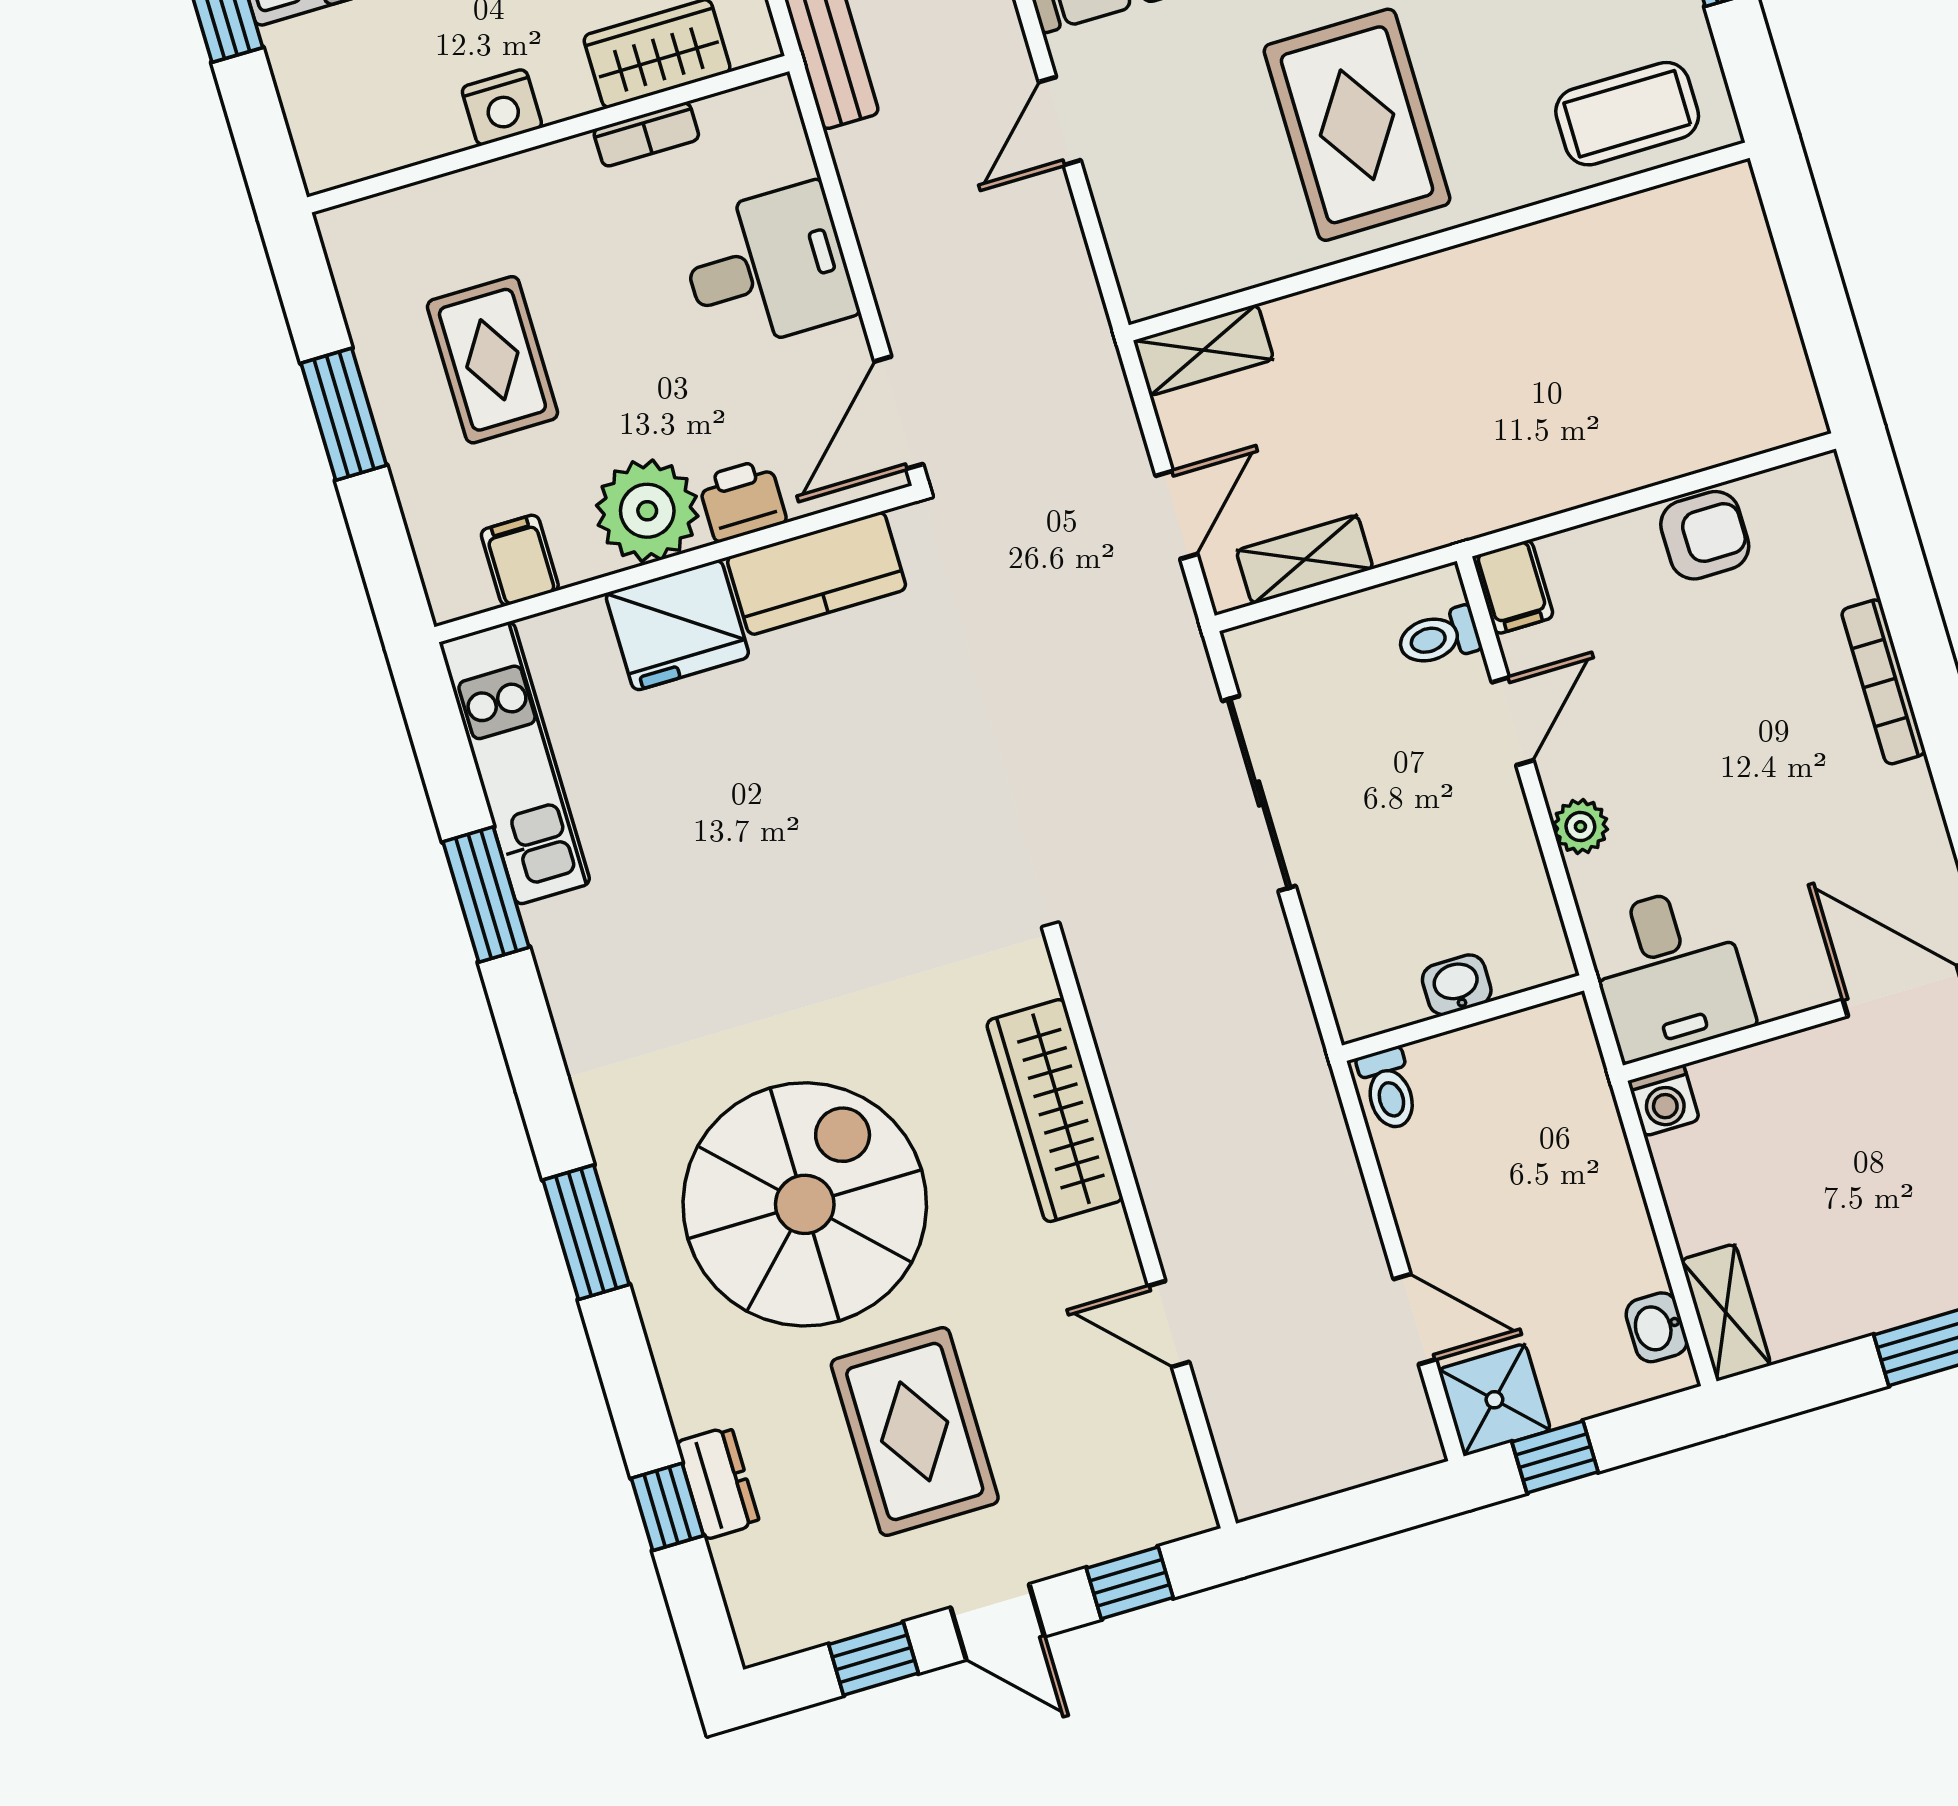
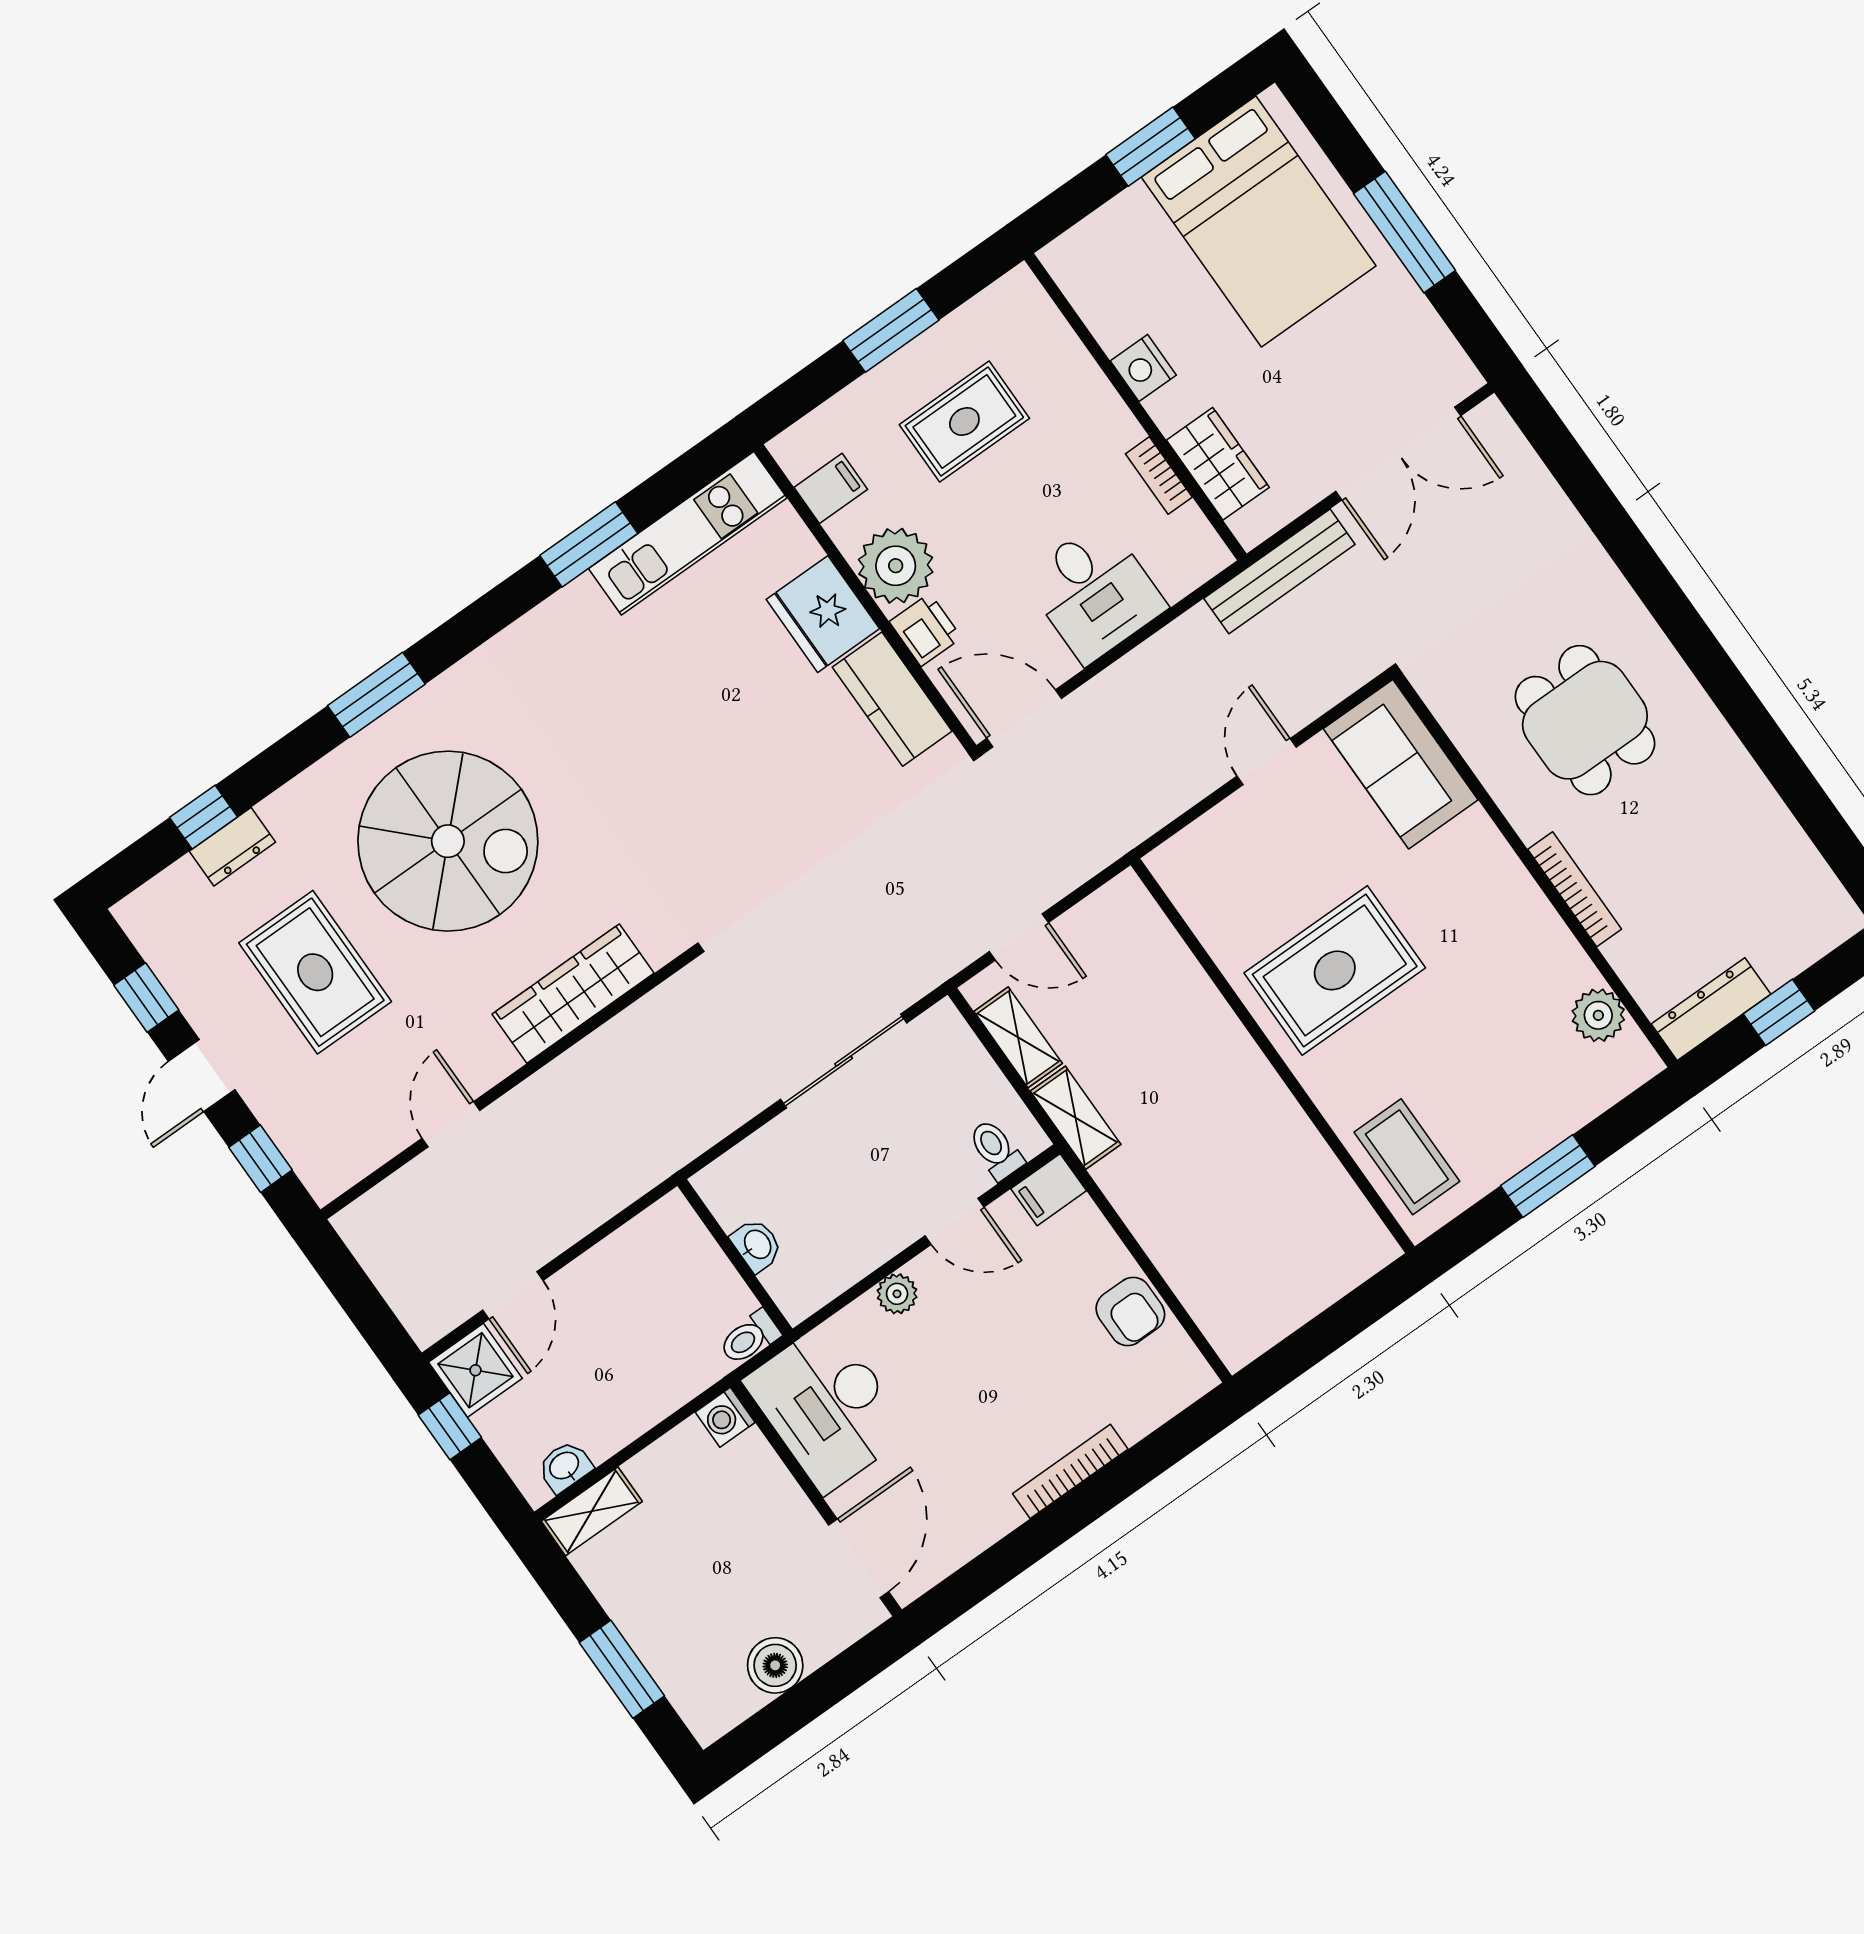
door: (1060, 121) -> (1267, 762), hinge flipped
shelving: (1204, 350) -> (1076, 1118), moved
desk: (1669, 972) -> (827, 1406), width x1.37
toilet: (1388, 1089) -> (750, 1338), moved
rug: (915, 1431) -> (315, 972), turned 90

